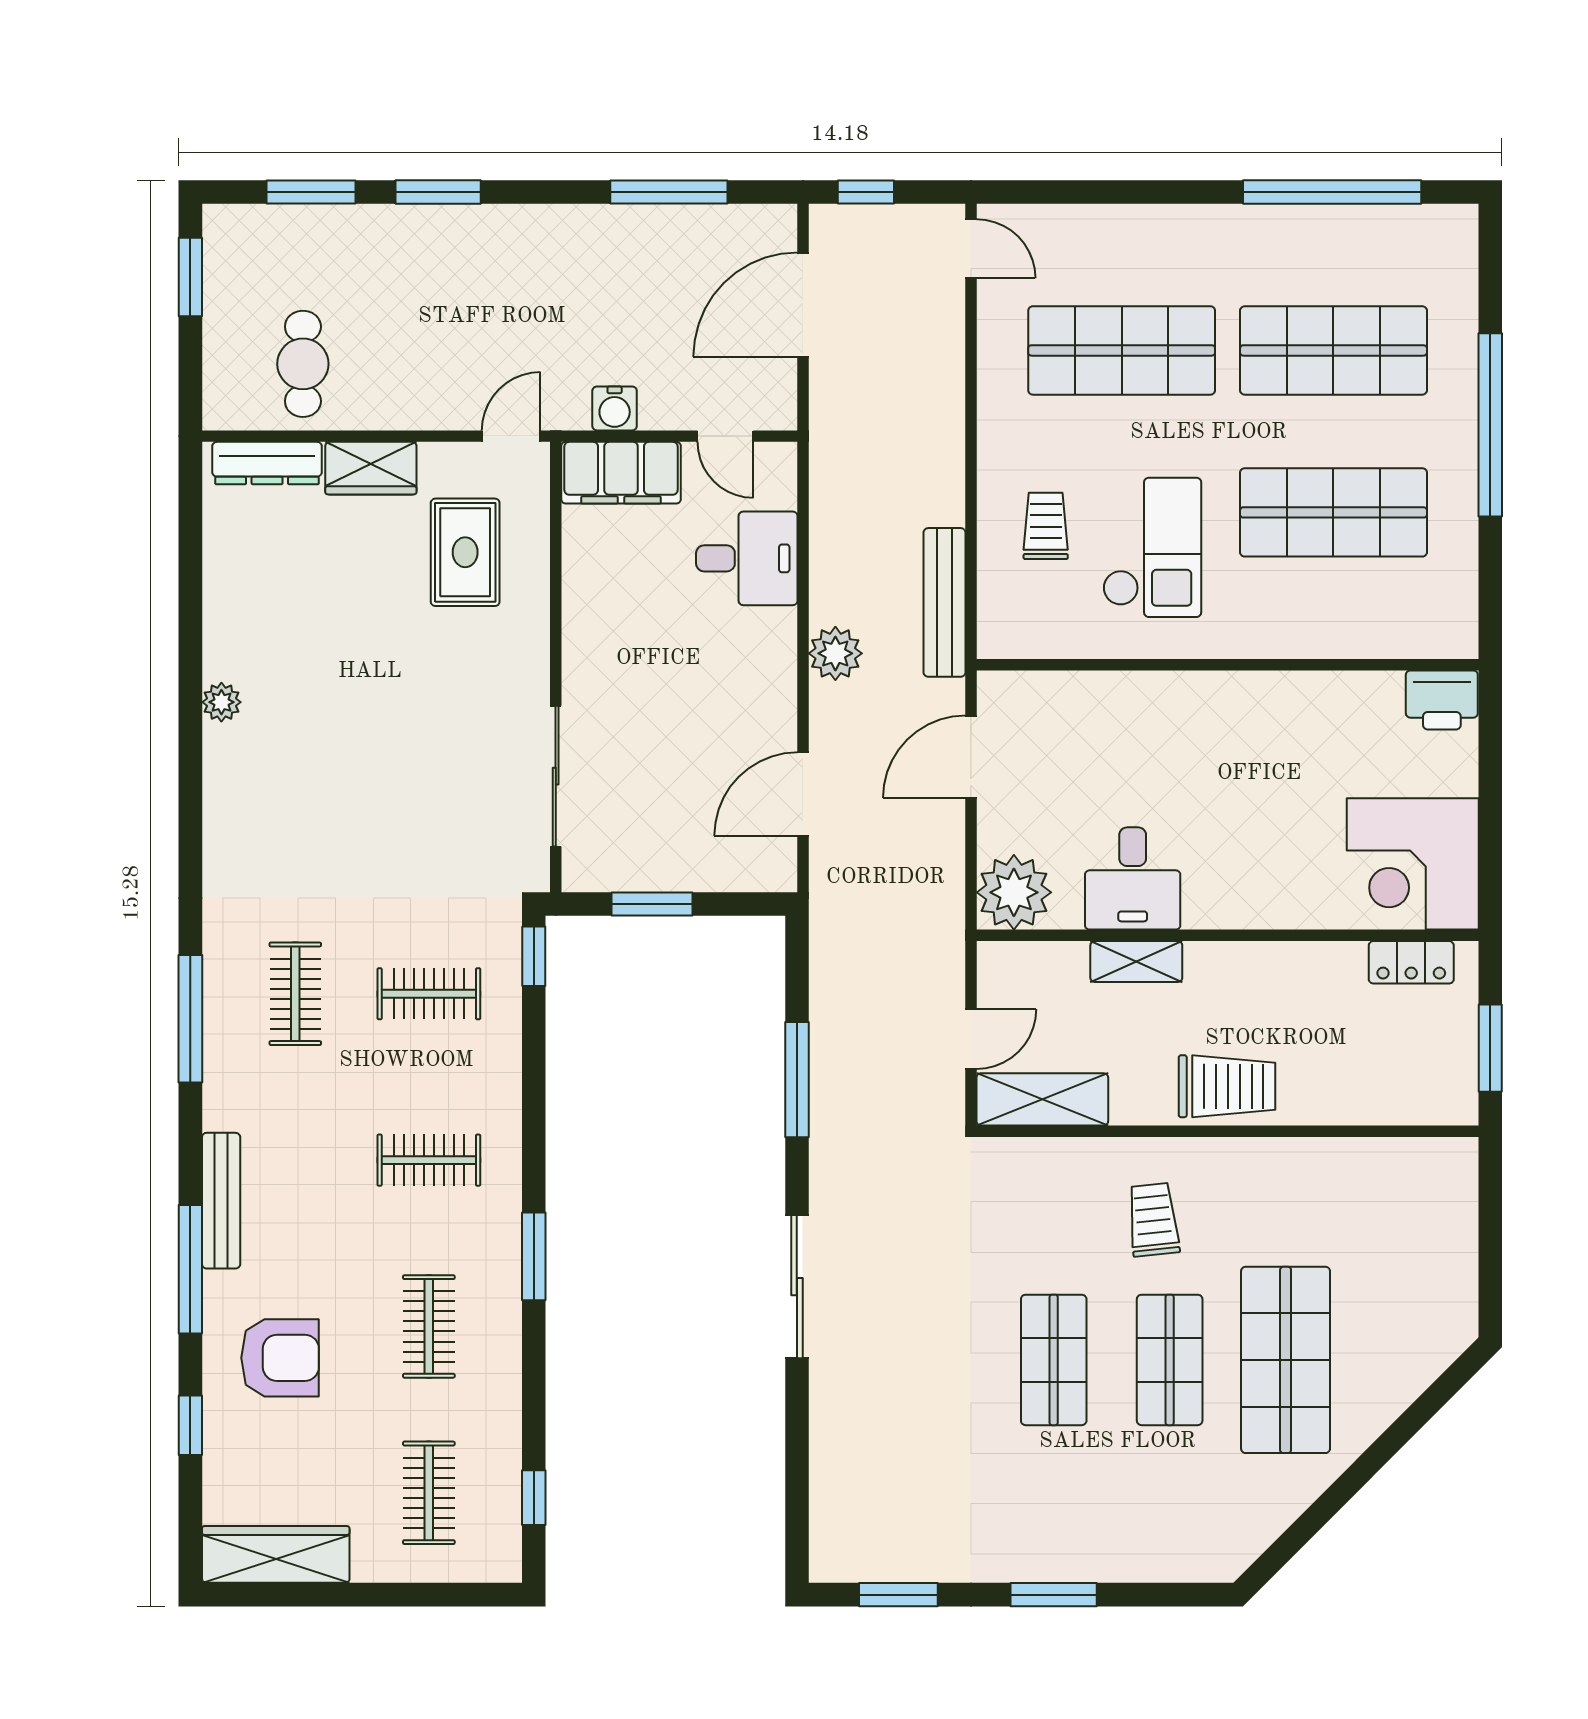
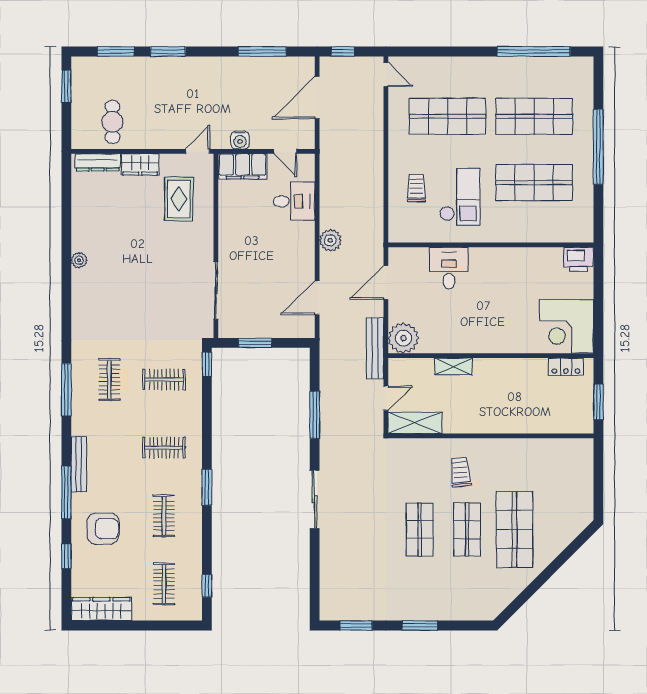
bench: (945, 602) -> (375, 348), moved
desk: (1133, 878) -> (449, 268), moved, turned 180
trolley: (1227, 1086) -> (491, 417), removed

